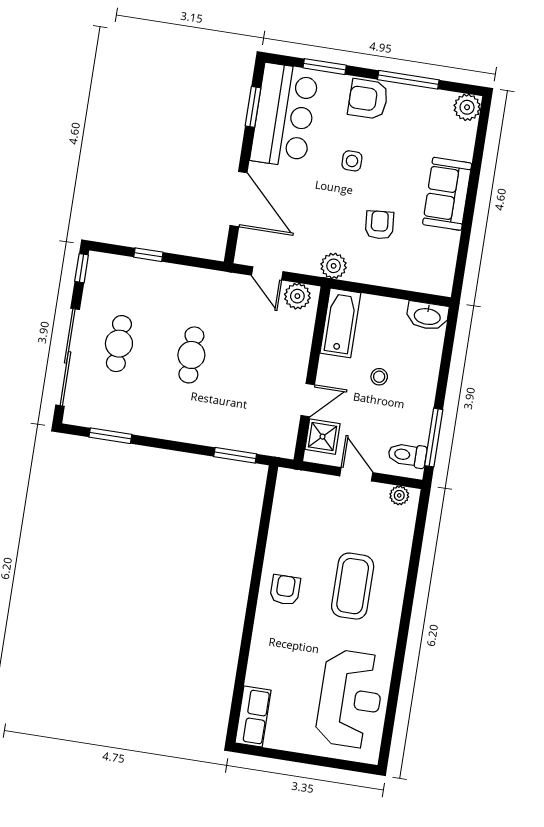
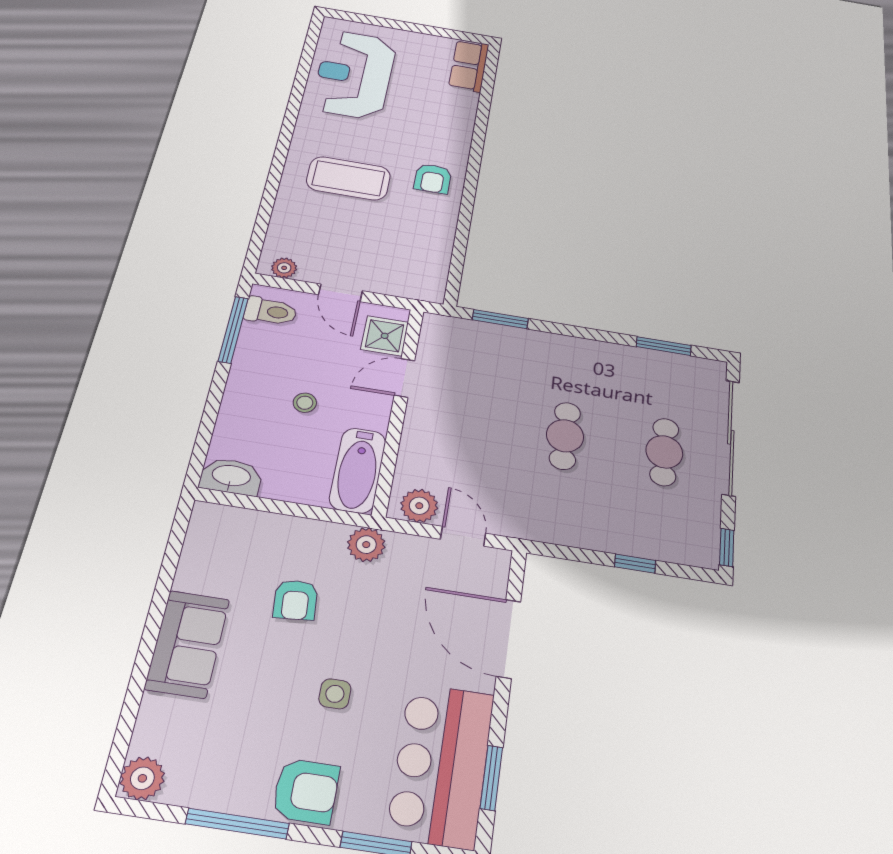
coffee table: (353, 586) -> (348, 178), turned 90

